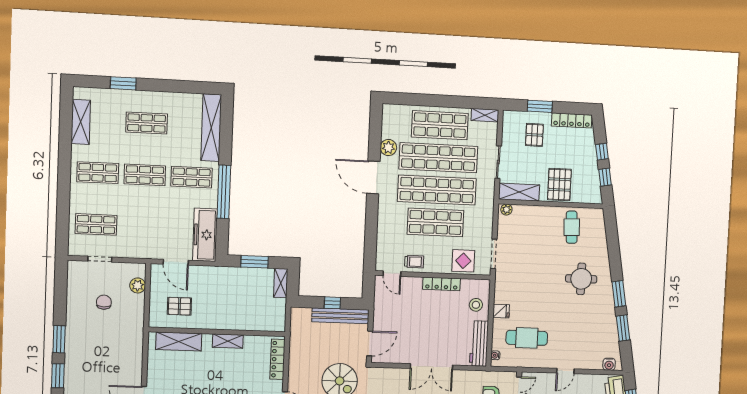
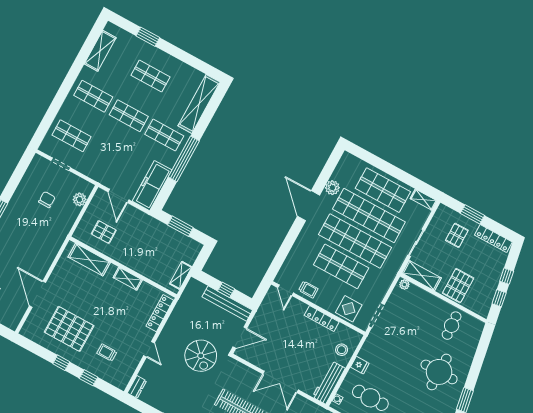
round table: (581, 279) -> (439, 372), width x1.36, depth x1.36
shelving: (281, 283) -> (181, 275), moved

